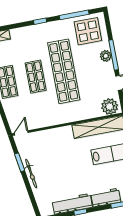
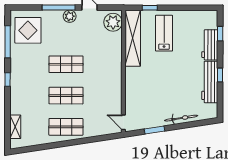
plant: (106, 56) -> (70, 16), moved
shop shelf: (64, 71) -> (66, 64), width x0.50, depth x0.74
bicycle: (31, 174) -> (181, 118), moved

